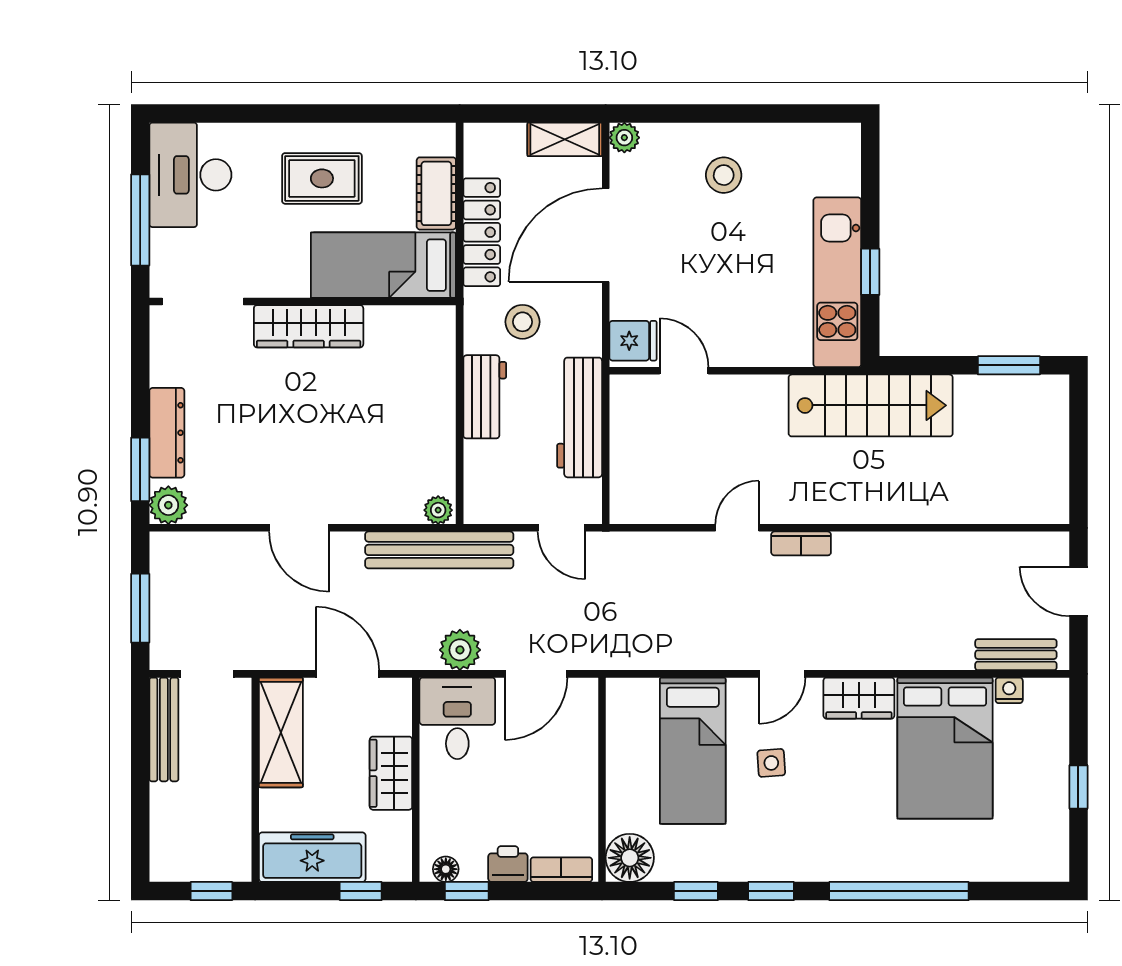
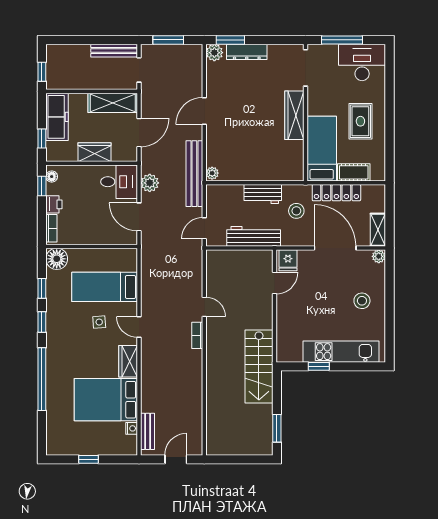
kitchen unit: (837, 282) -> (341, 352), moved

